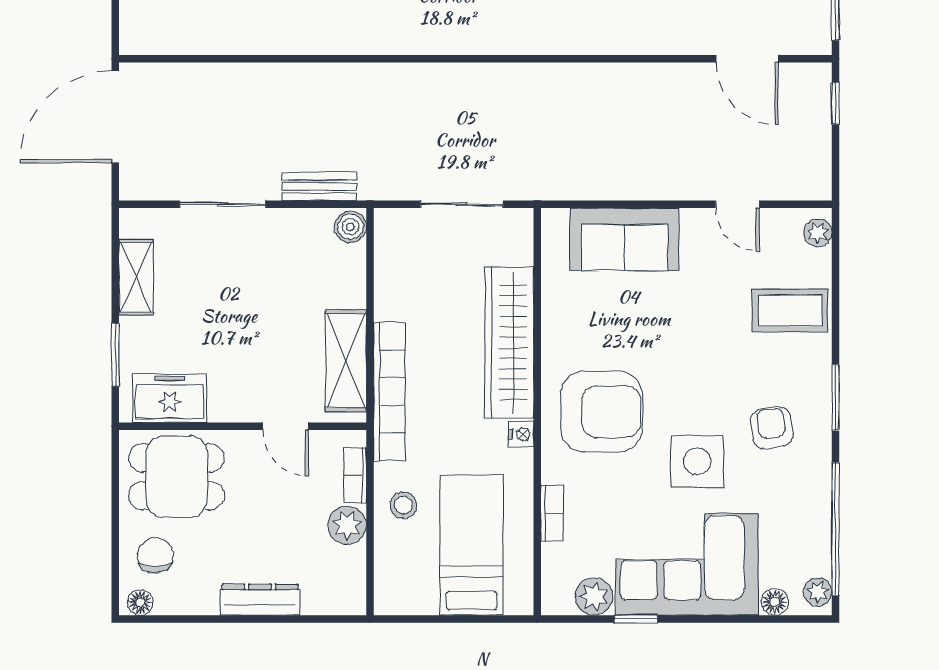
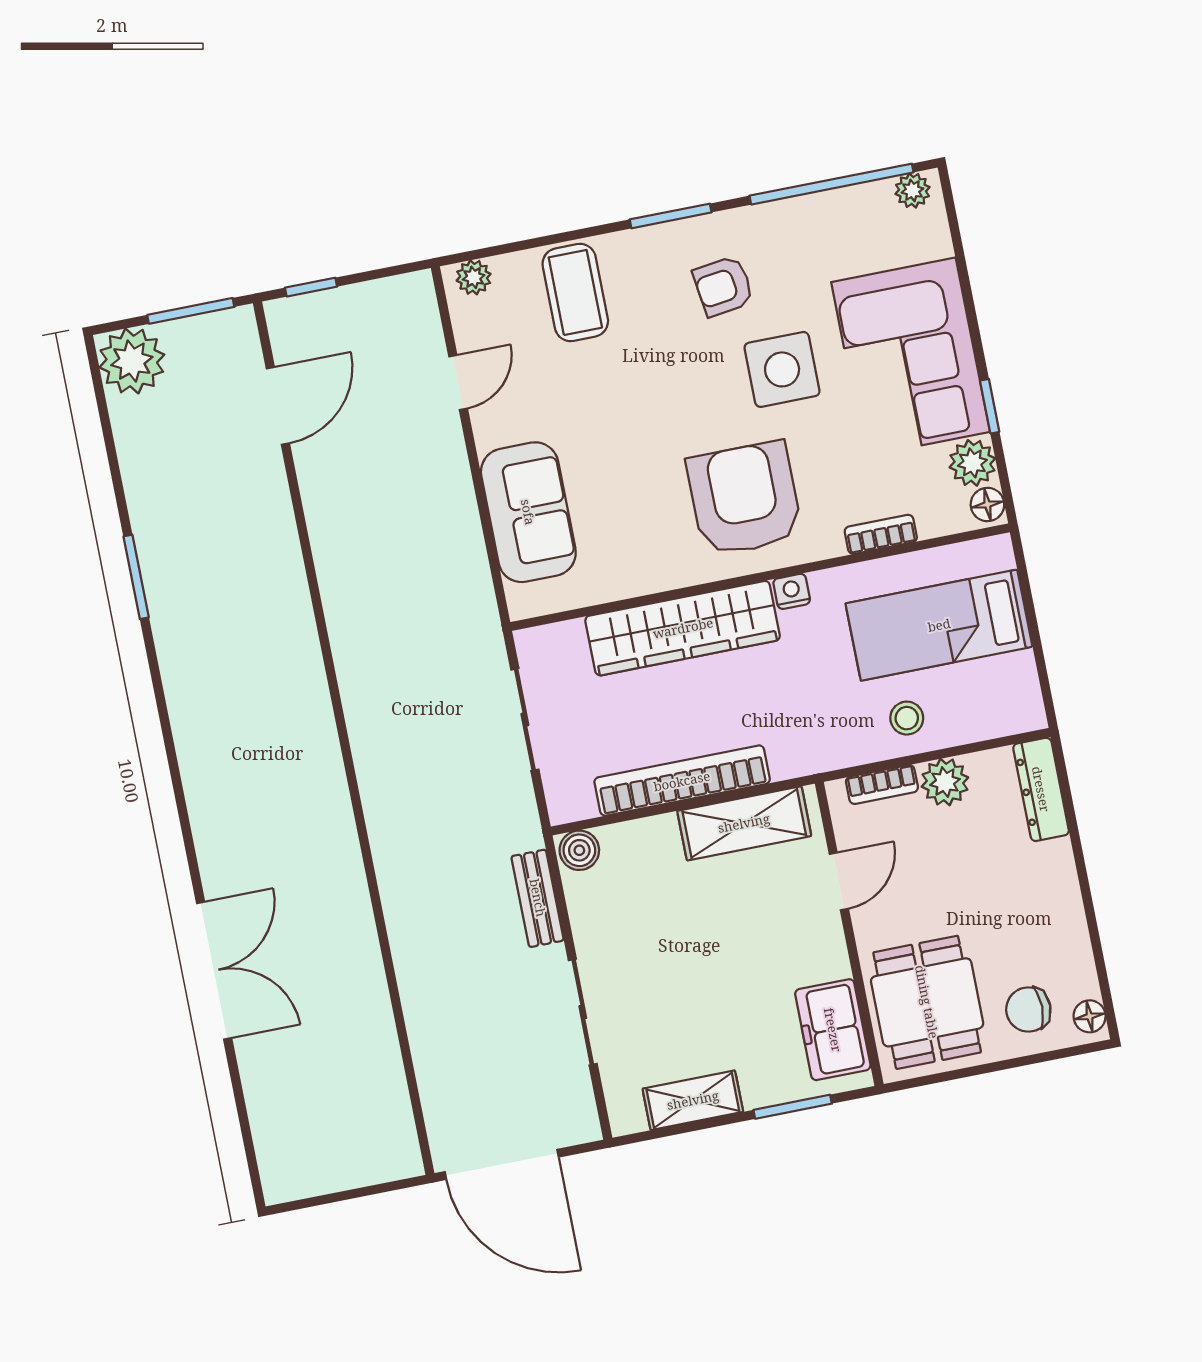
bookcase: (389, 391) -> (682, 781), moved
dresser: (260, 600) -> (1041, 789), moved
floor lamp: (775, 602) -> (987, 504), moved

